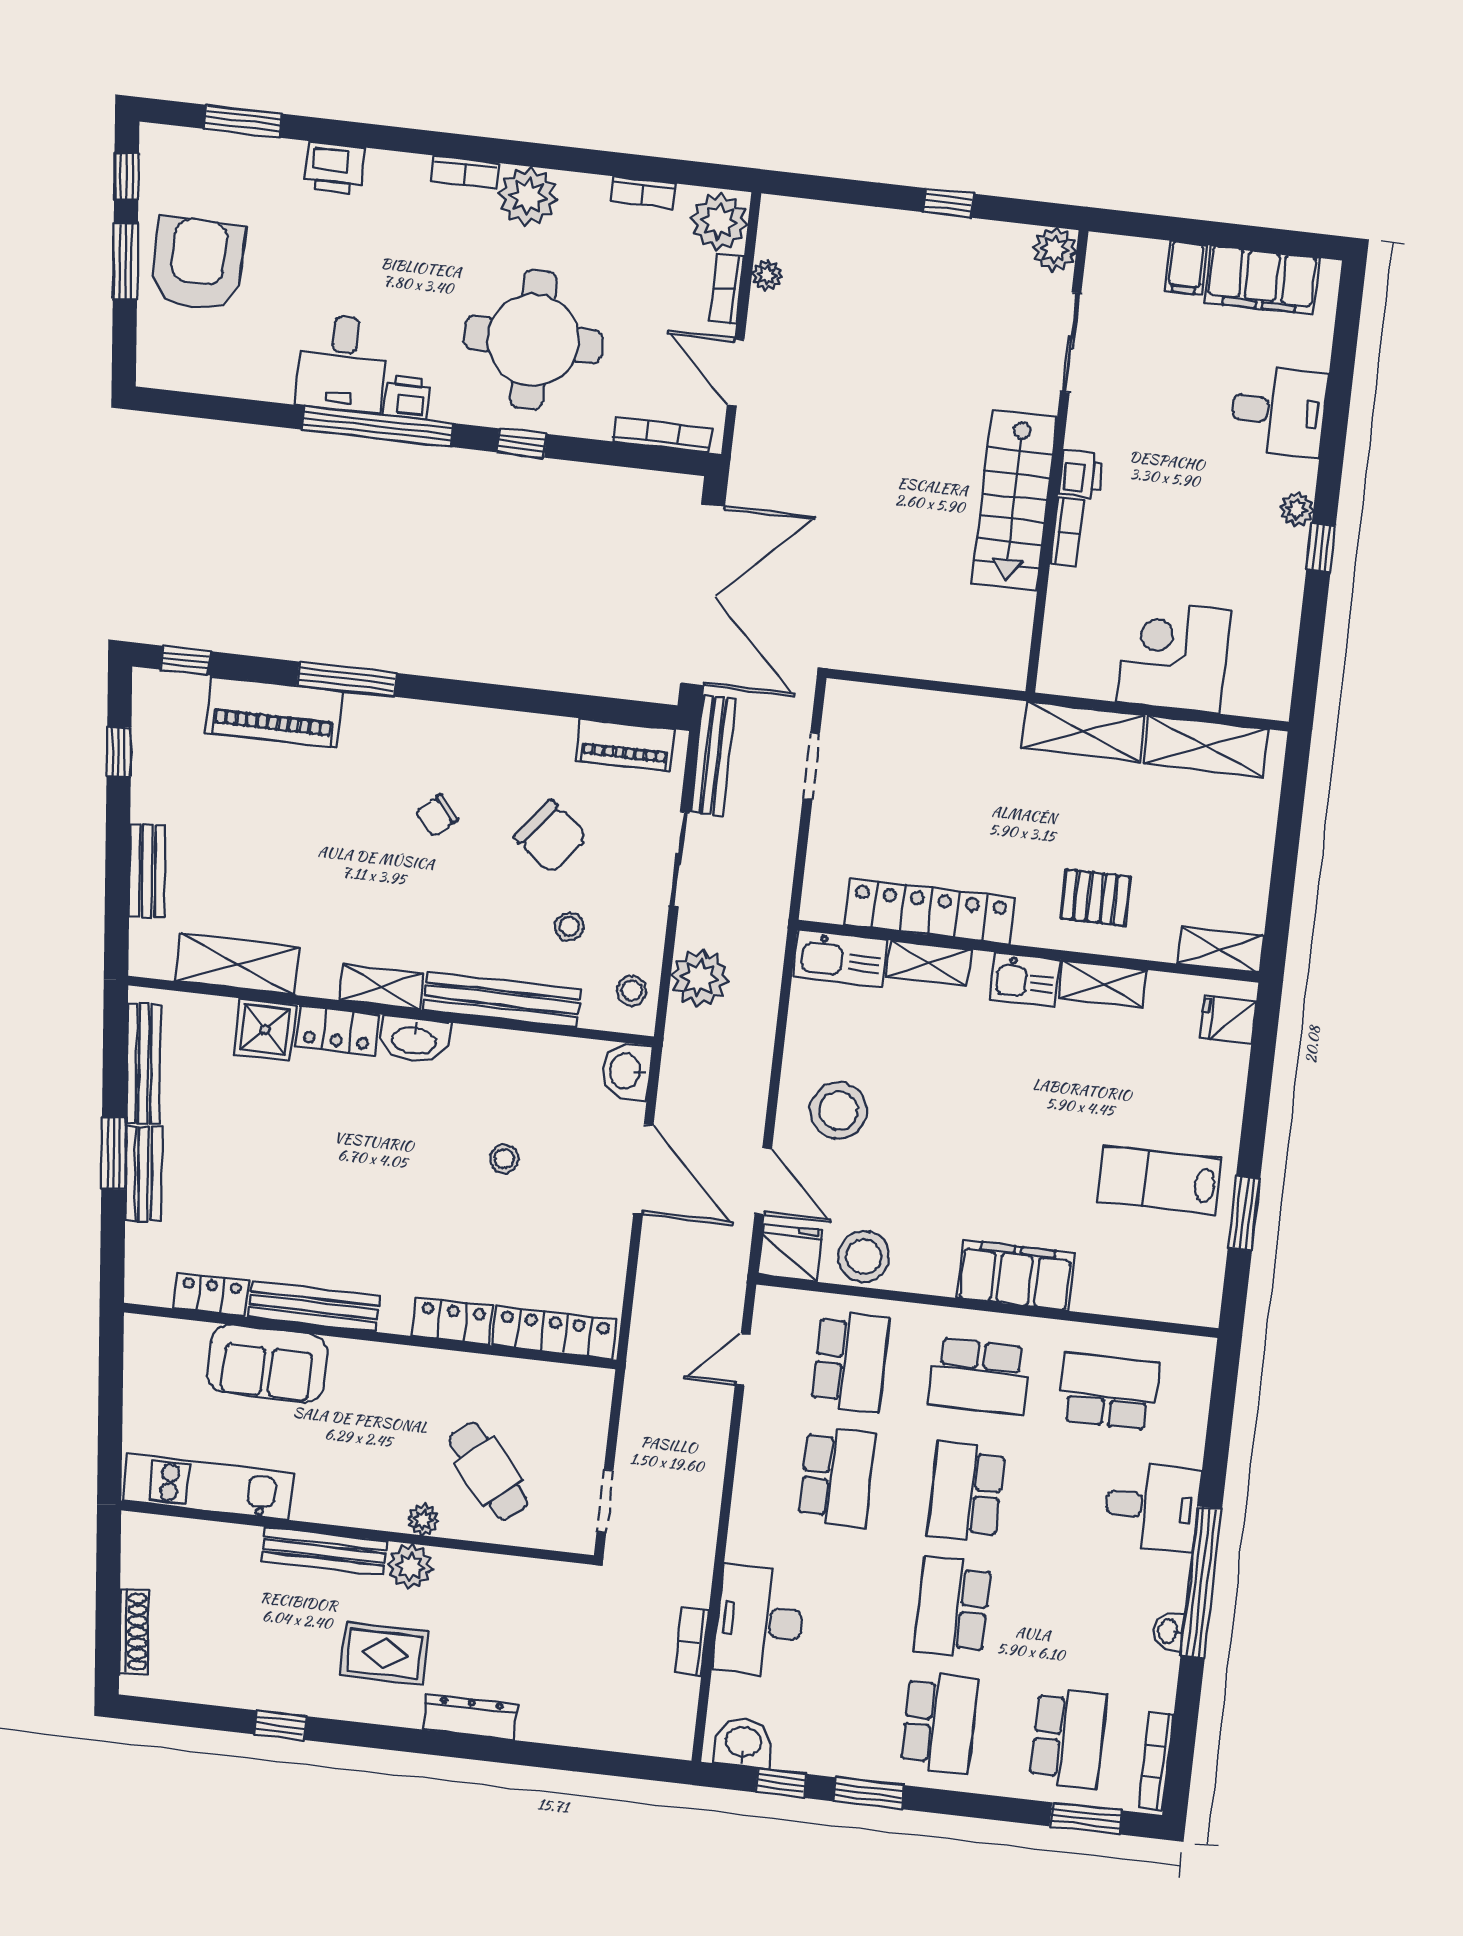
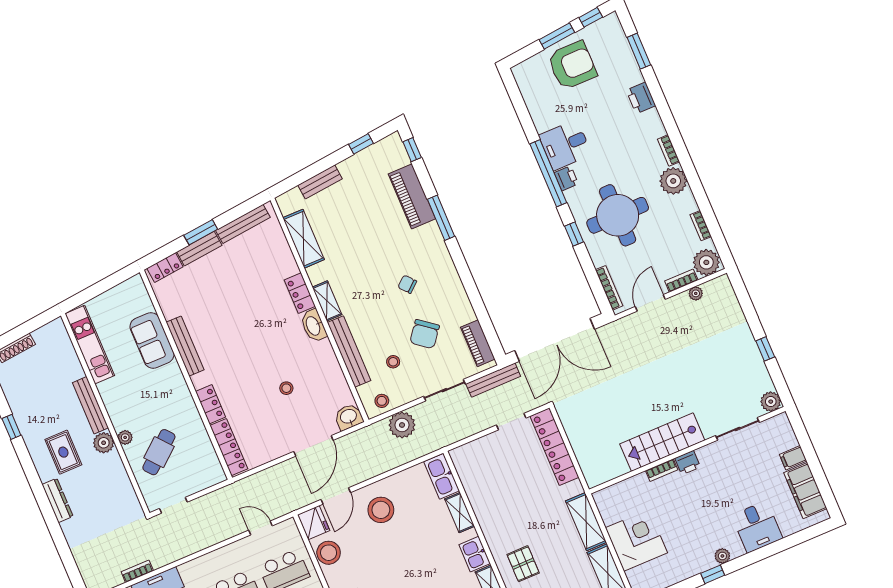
locker: (930, 911) -> (554, 447), moved, turned 180
shower: (265, 1030) -> (284, 264), removed
locker: (211, 1295) -> (165, 268), moved, turned 84

